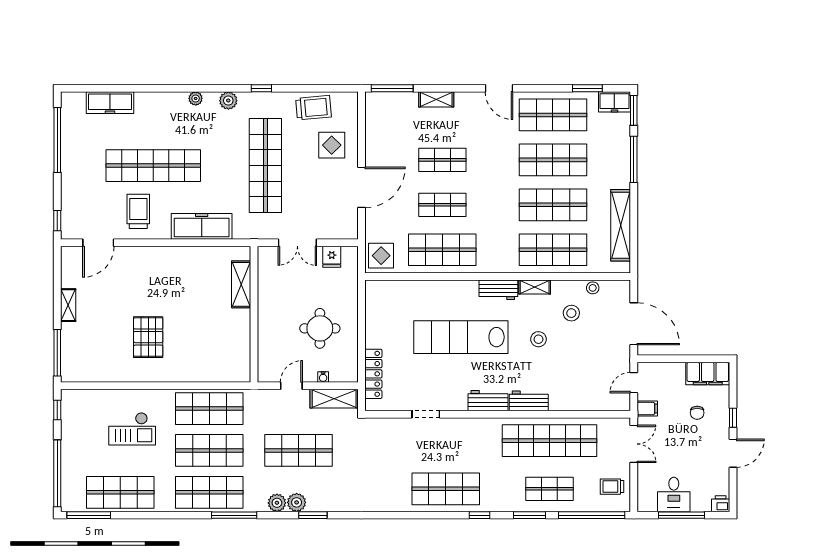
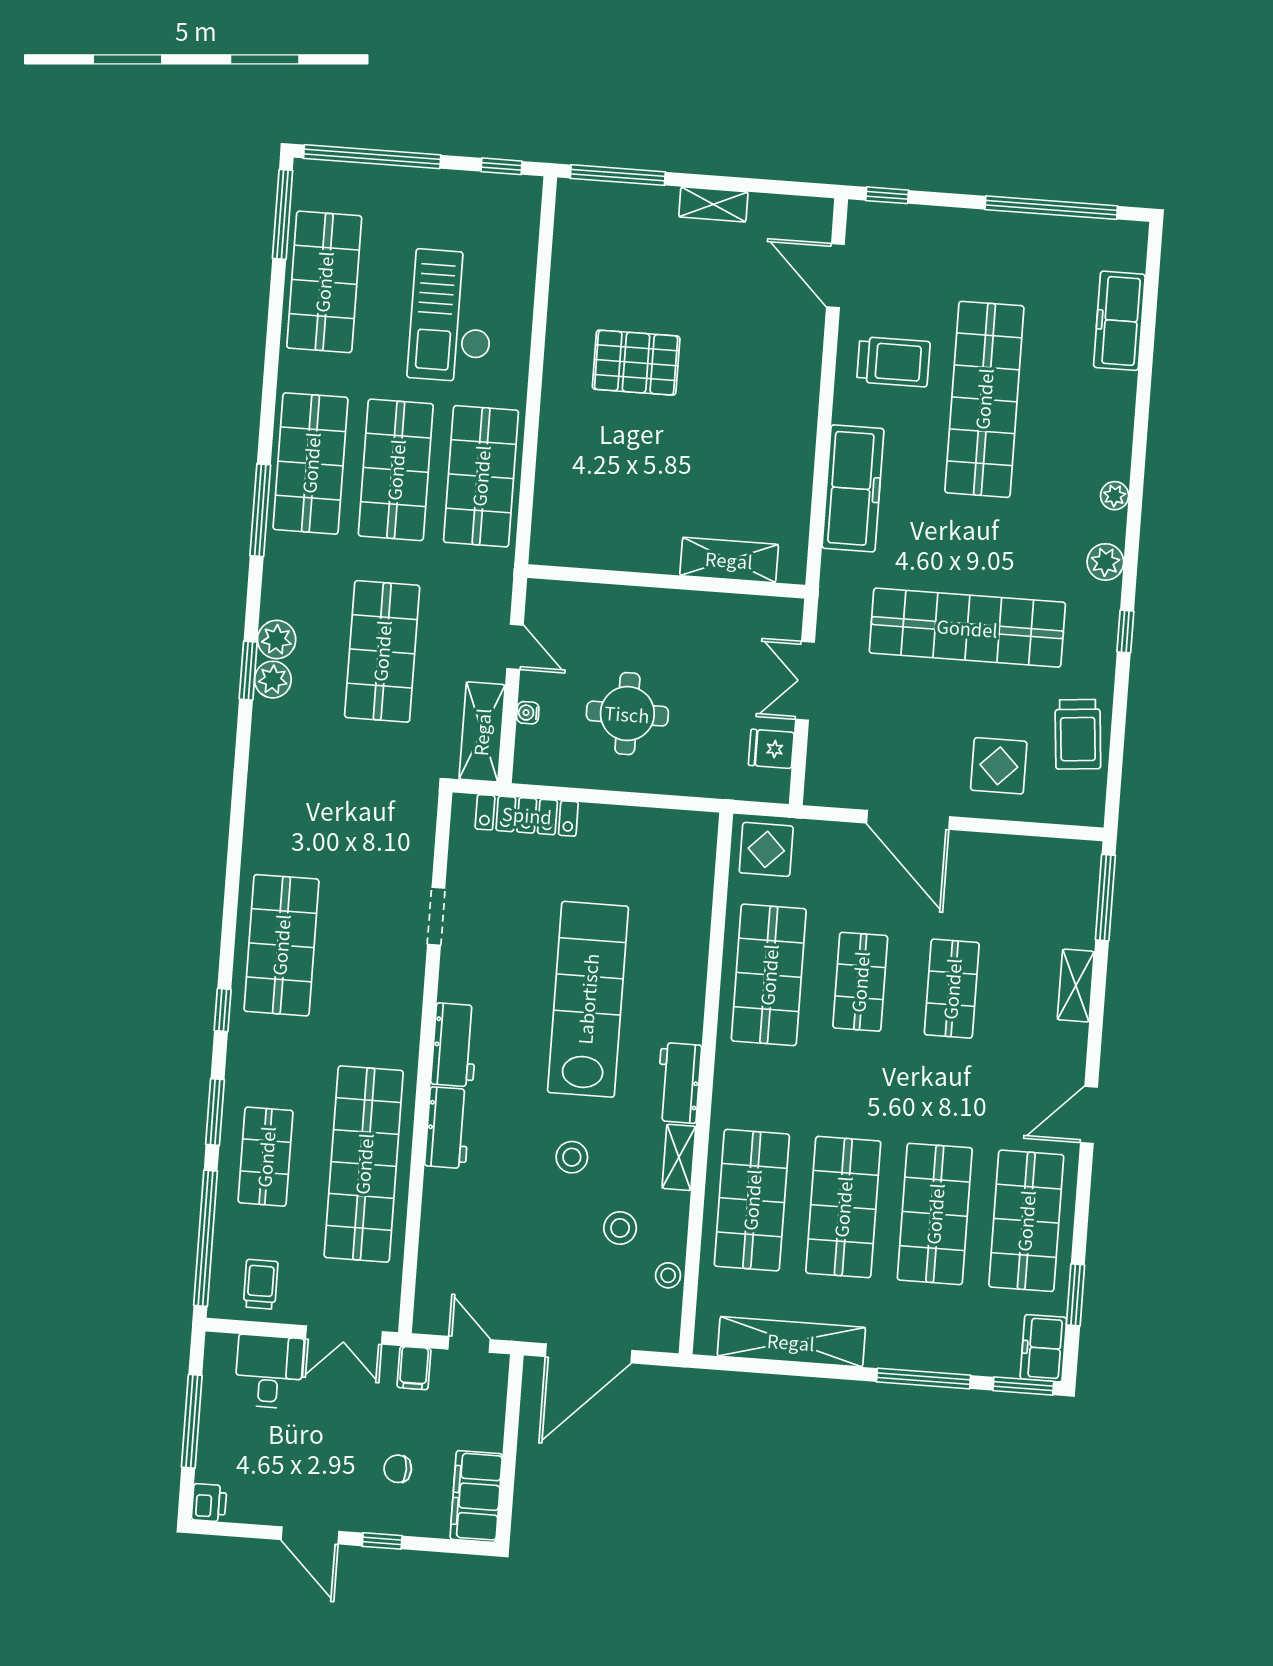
checkout: (132, 429) -> (452, 316), width x1.36, depth x1.21
desk: (674, 494) -> (269, 1372), moved, turned 90
plant: (277, 503) -> (273, 680), moved

